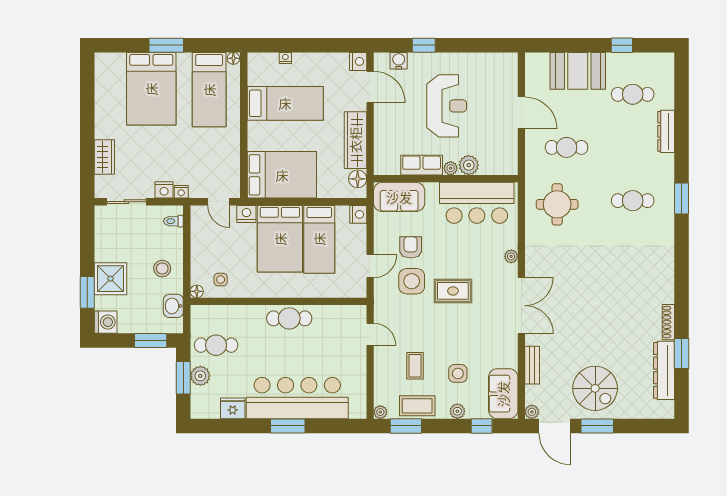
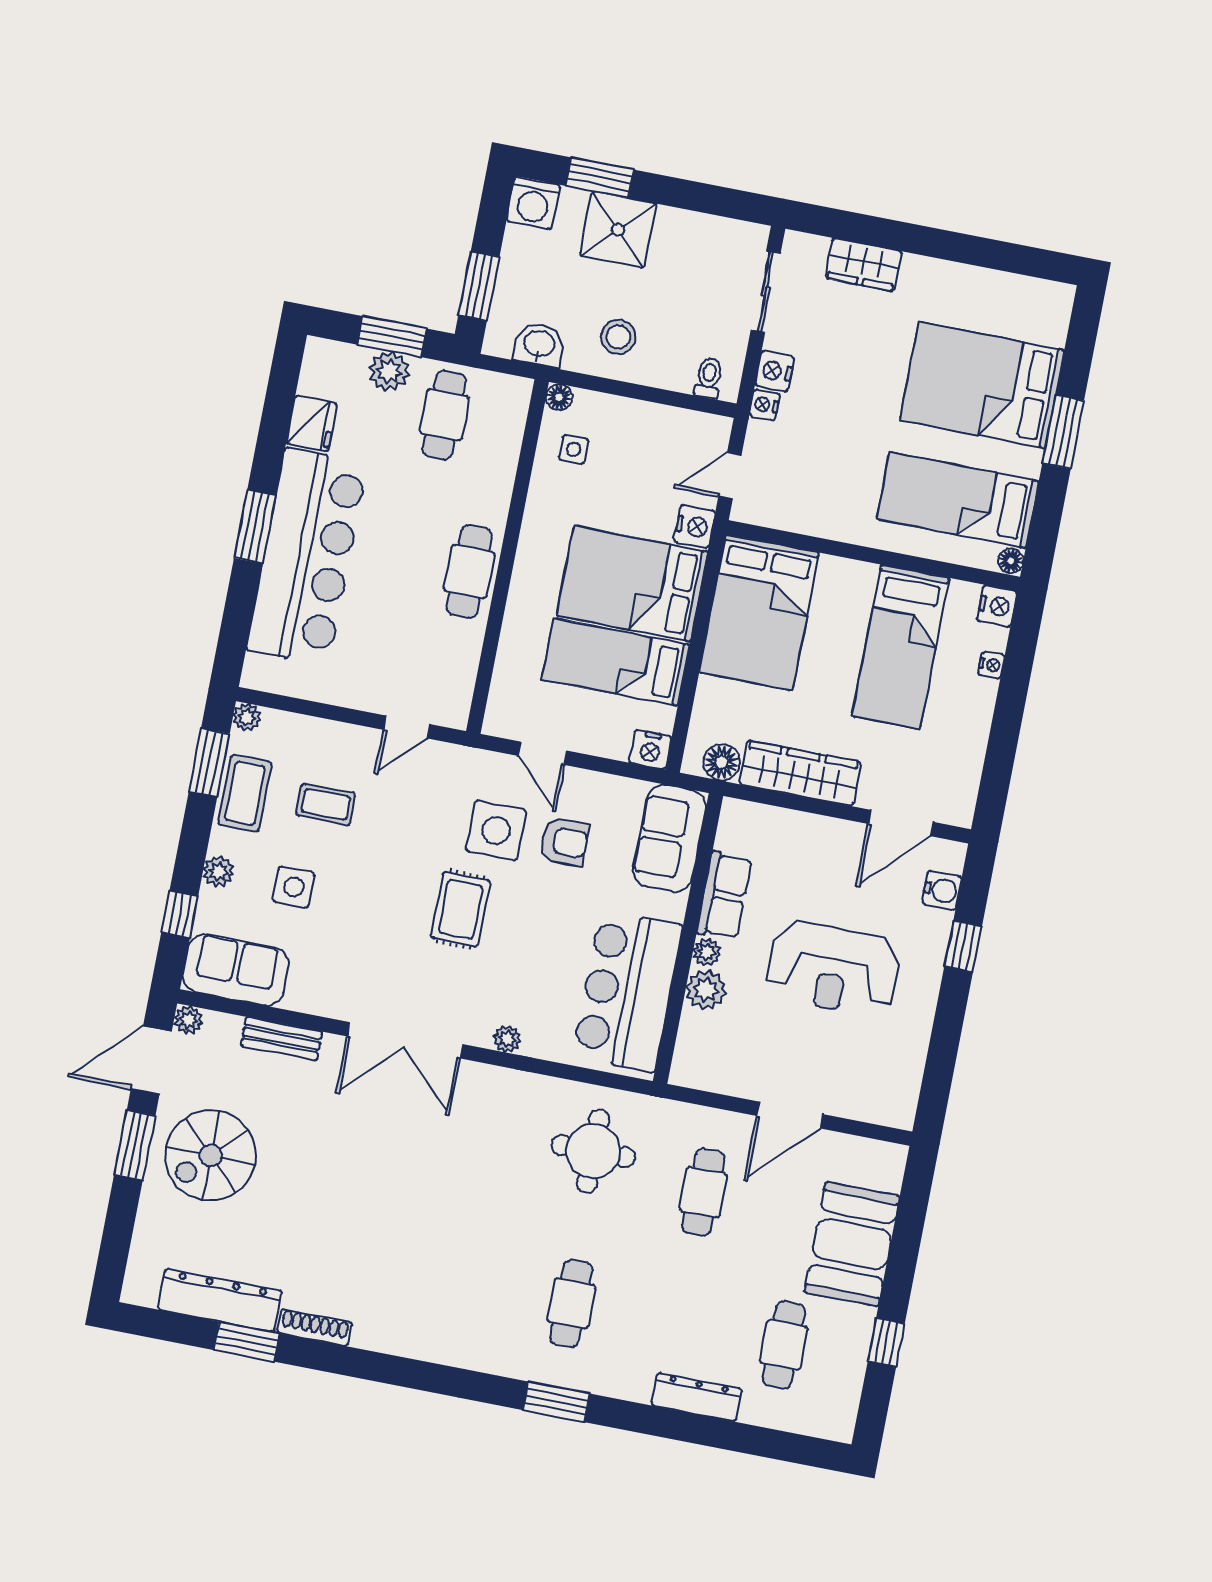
nightstand: (358, 61) -> (997, 606), moved, turned -90

